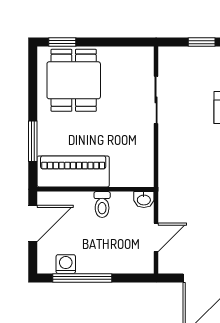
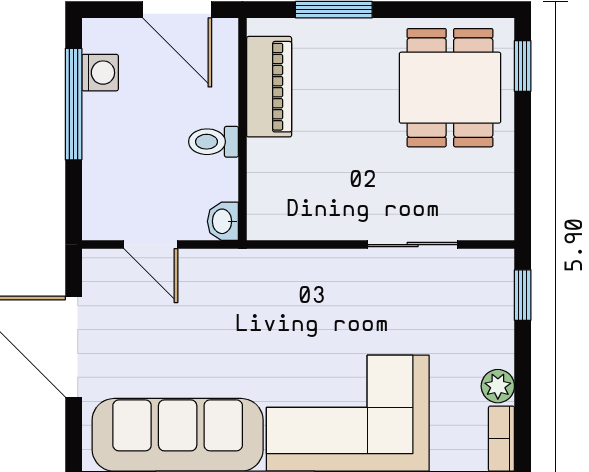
window: (202, 42) -> (523, 295), moved
dining table: (74, 80) -> (450, 88), turned 90
piano: (73, 171) -> (269, 87), width x0.73, depth x0.75

